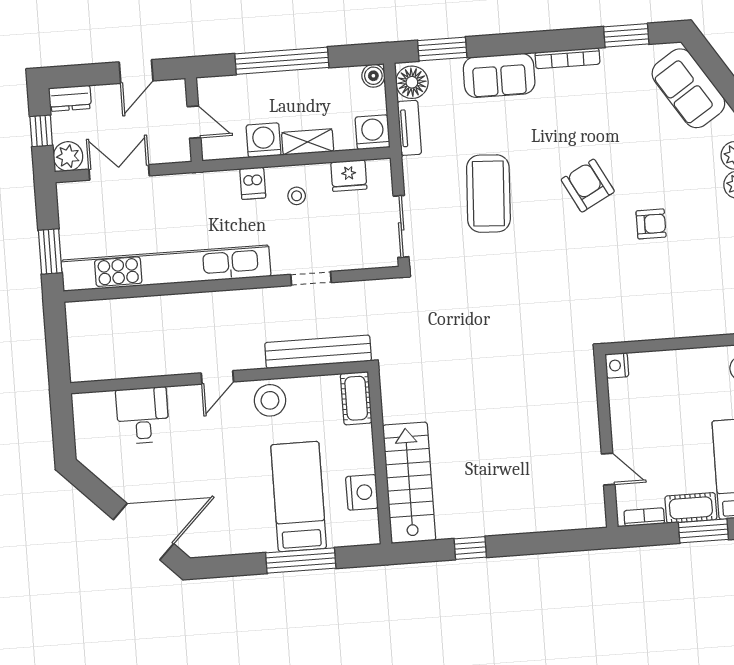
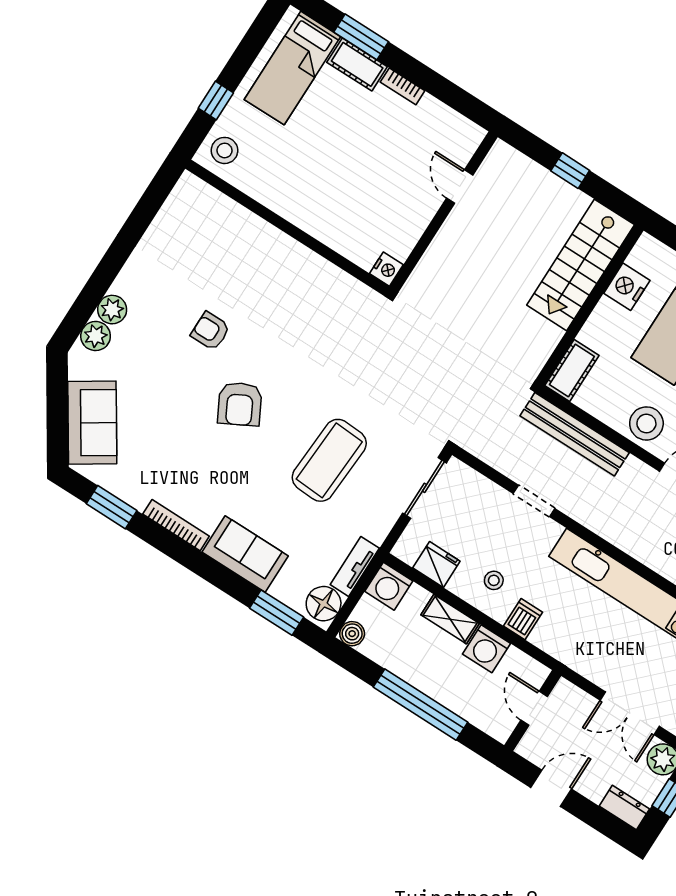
nightstand: (617, 365) -> (386, 269), moved
wall: (606, 441) -> (444, 212), moved
door: (608, 469) -> (460, 187), moved

